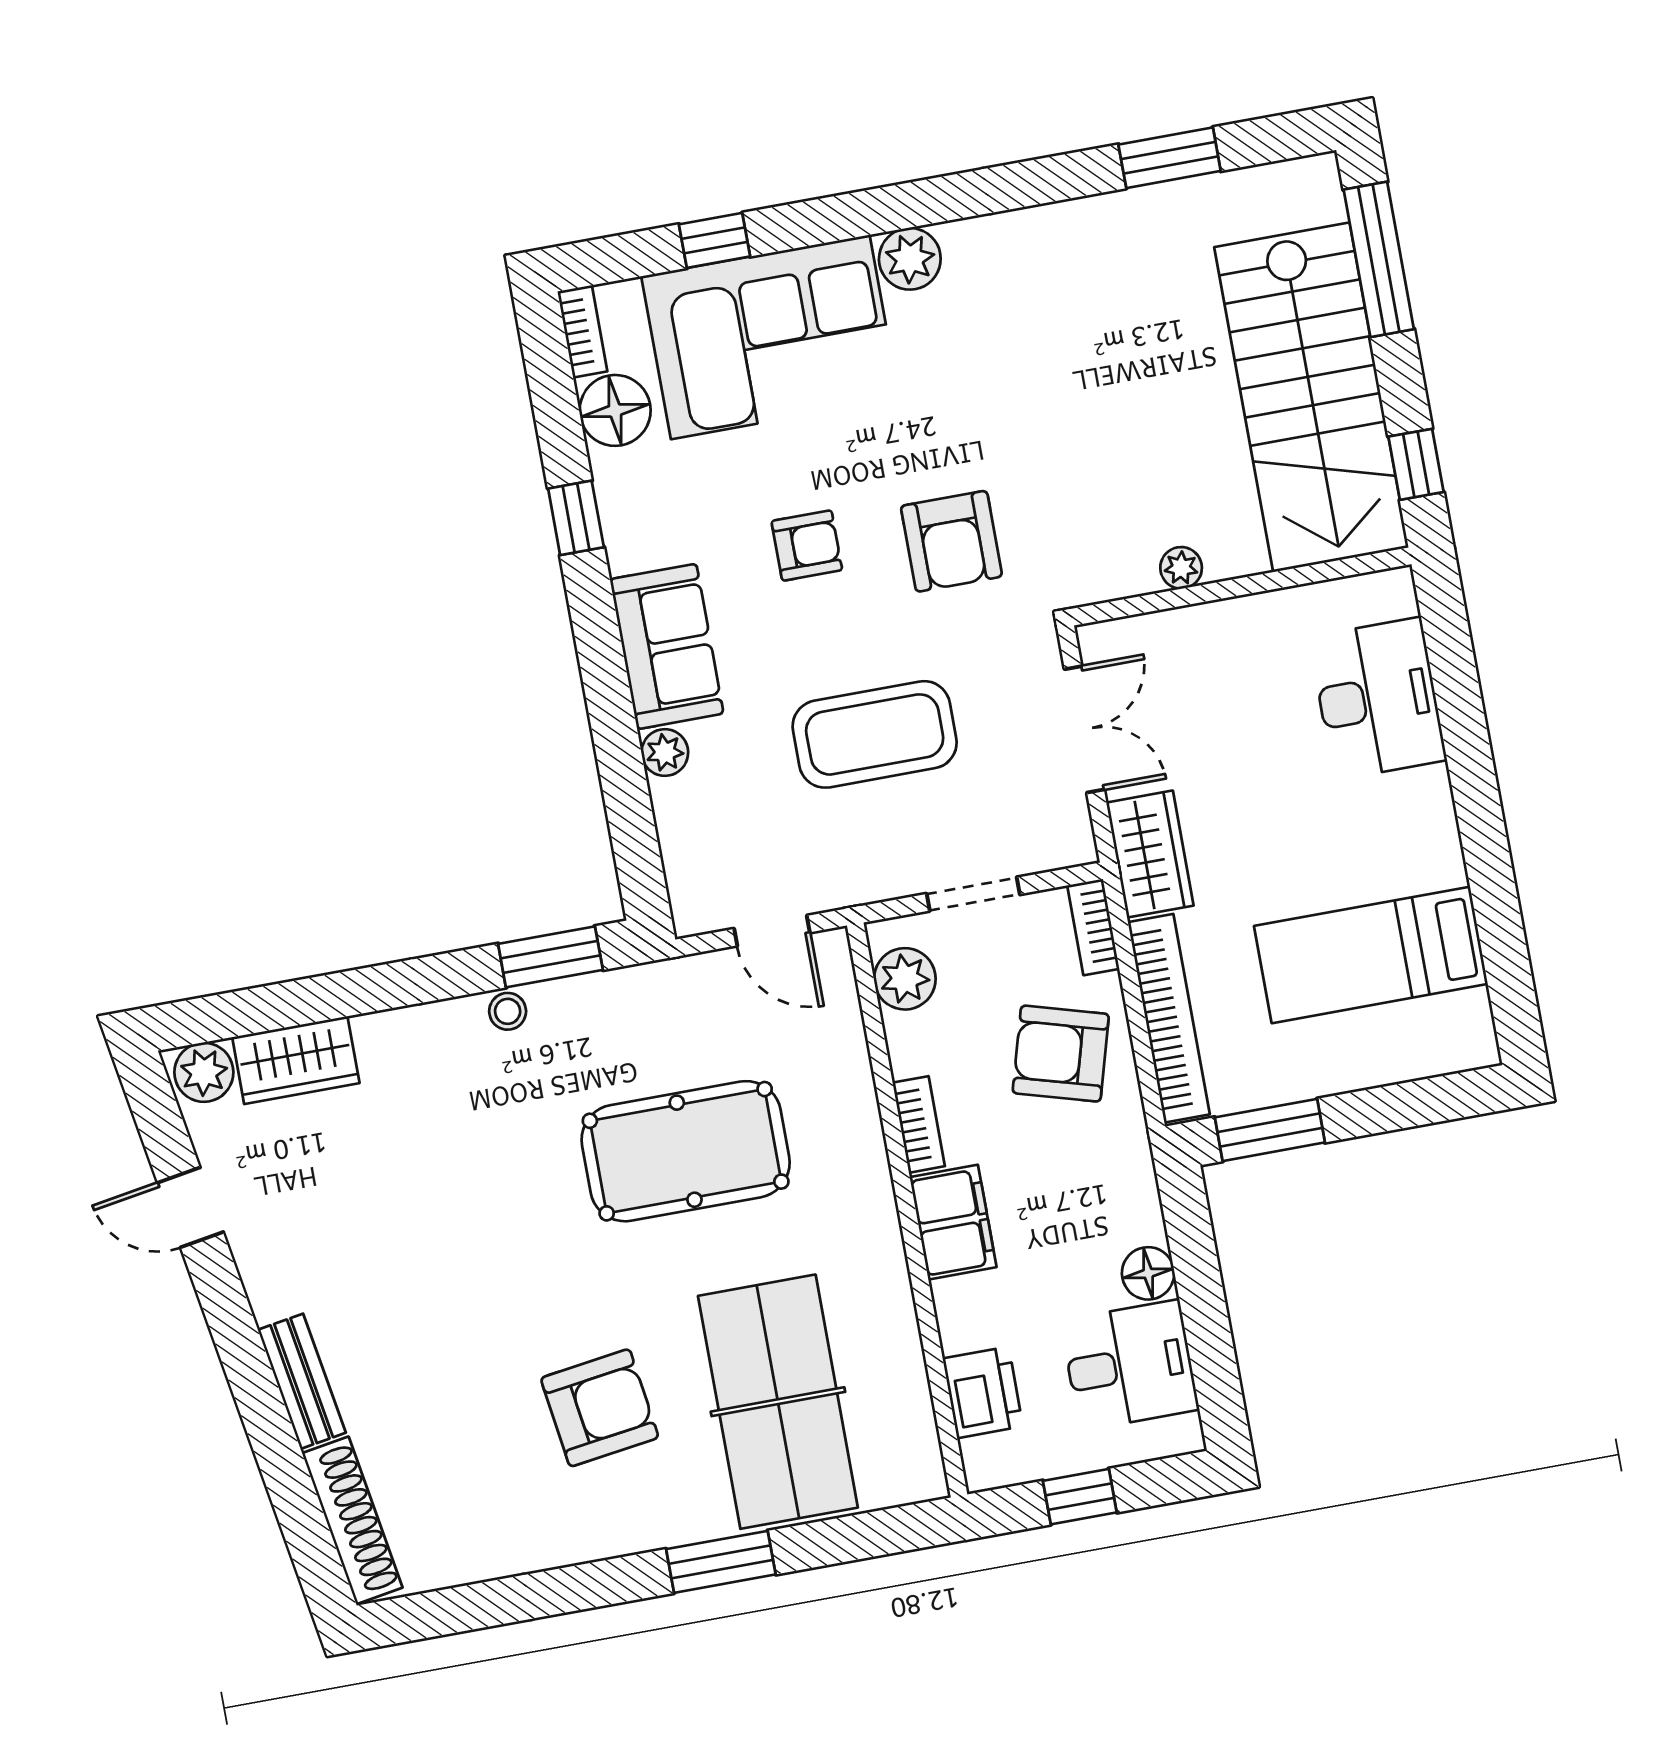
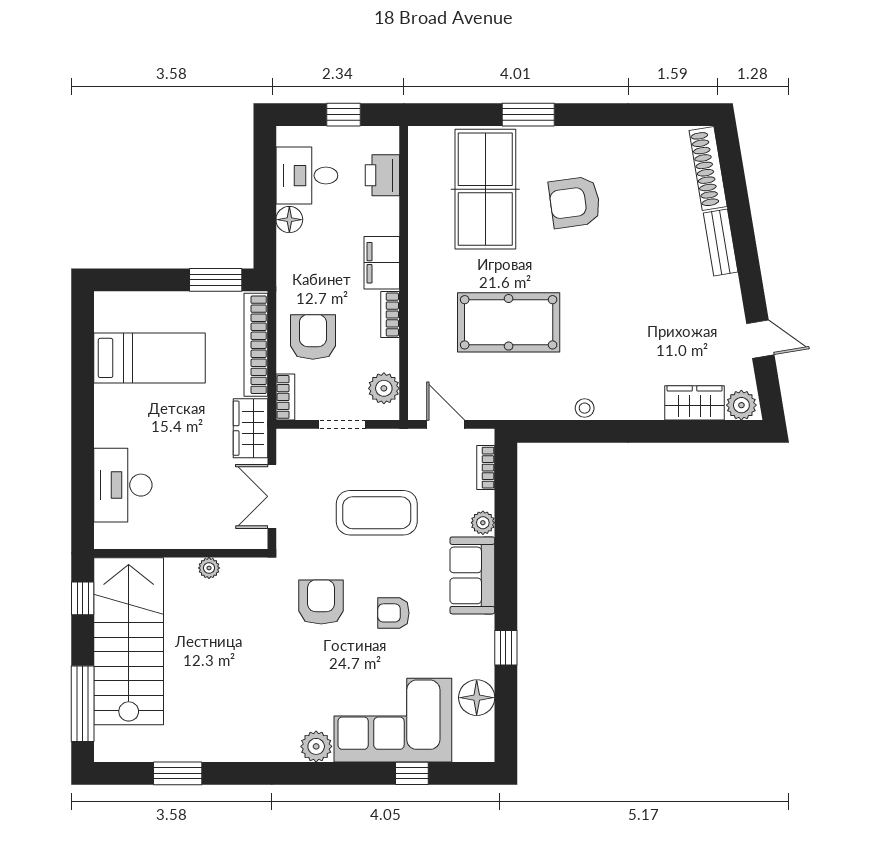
bookcase: (582, 331) -> (486, 468), moved
window: (550, 957) -> (558, 431), removed
armchair: (1061, 1054) -> (313, 337), turned -106

